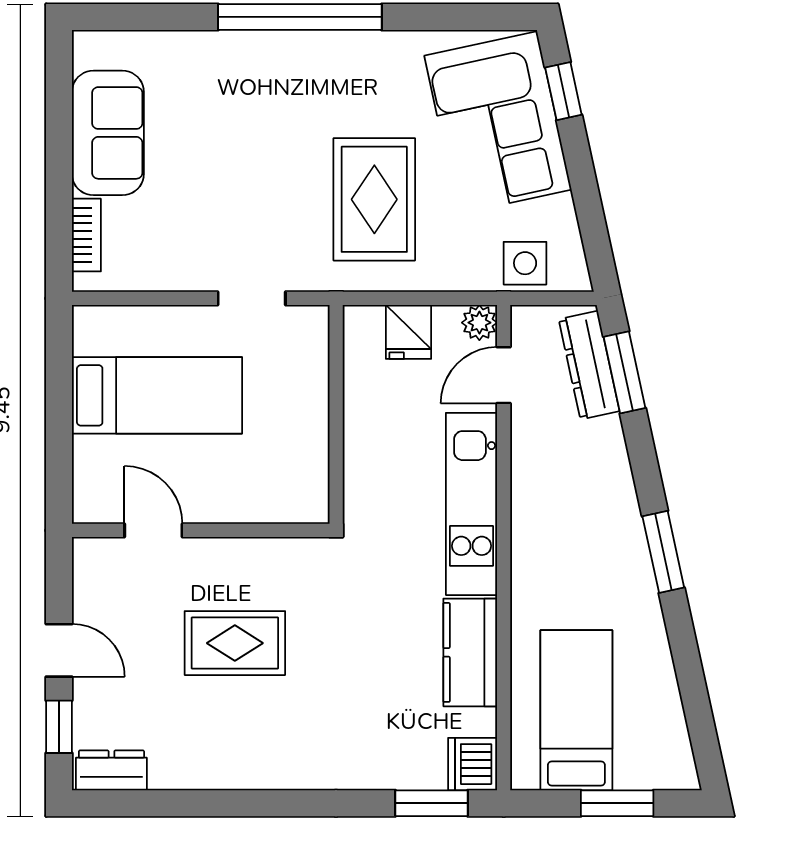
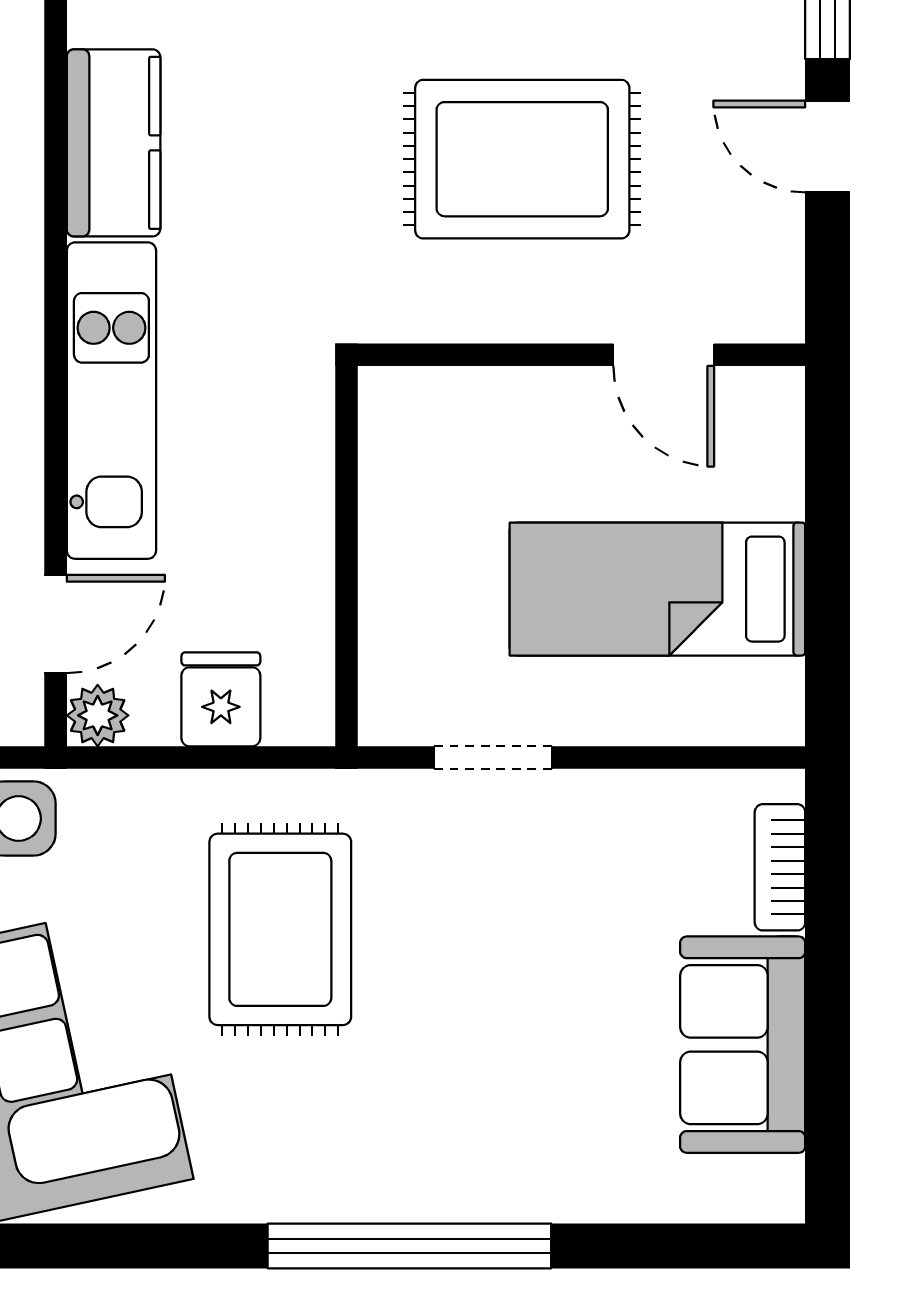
rug: (235, 643) -> (522, 159), width x1.36, depth x1.43

